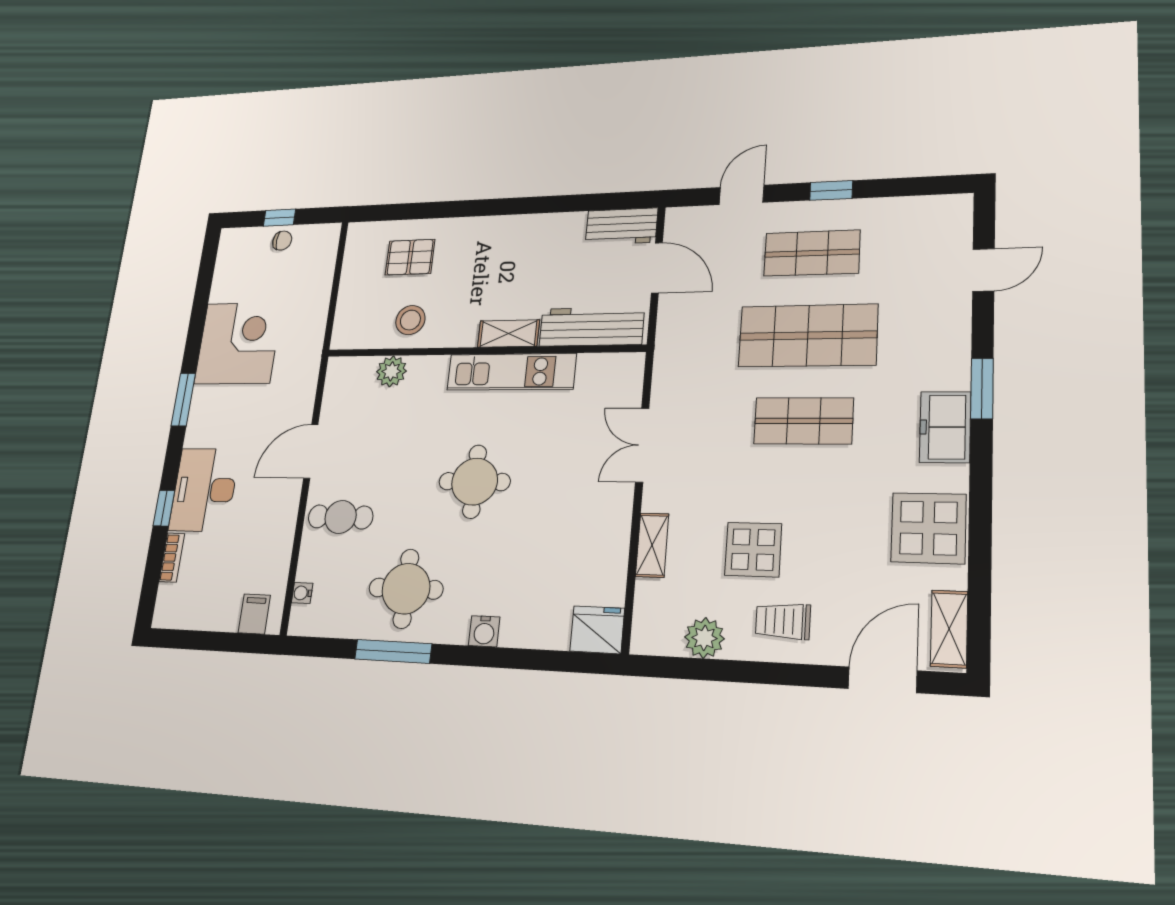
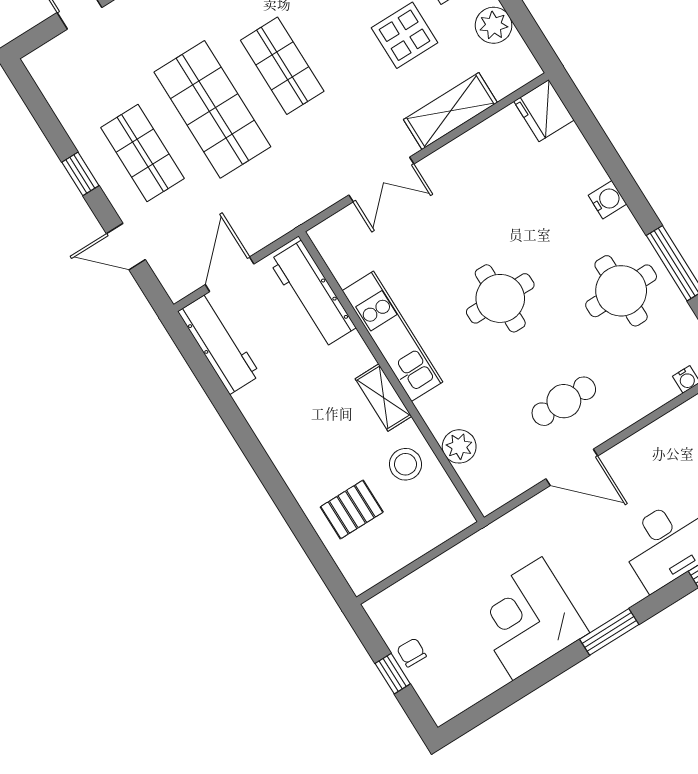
workbench: (622, 226) -> (219, 343), width x1.38
pallet: (410, 257) -> (352, 509), turned 90
shelving: (508, 334) -> (383, 398), moved
cafe table: (341, 517) -> (564, 401), moved, turned 90
shelving: (652, 545) -> (450, 111), width x1.50, depth x1.33

